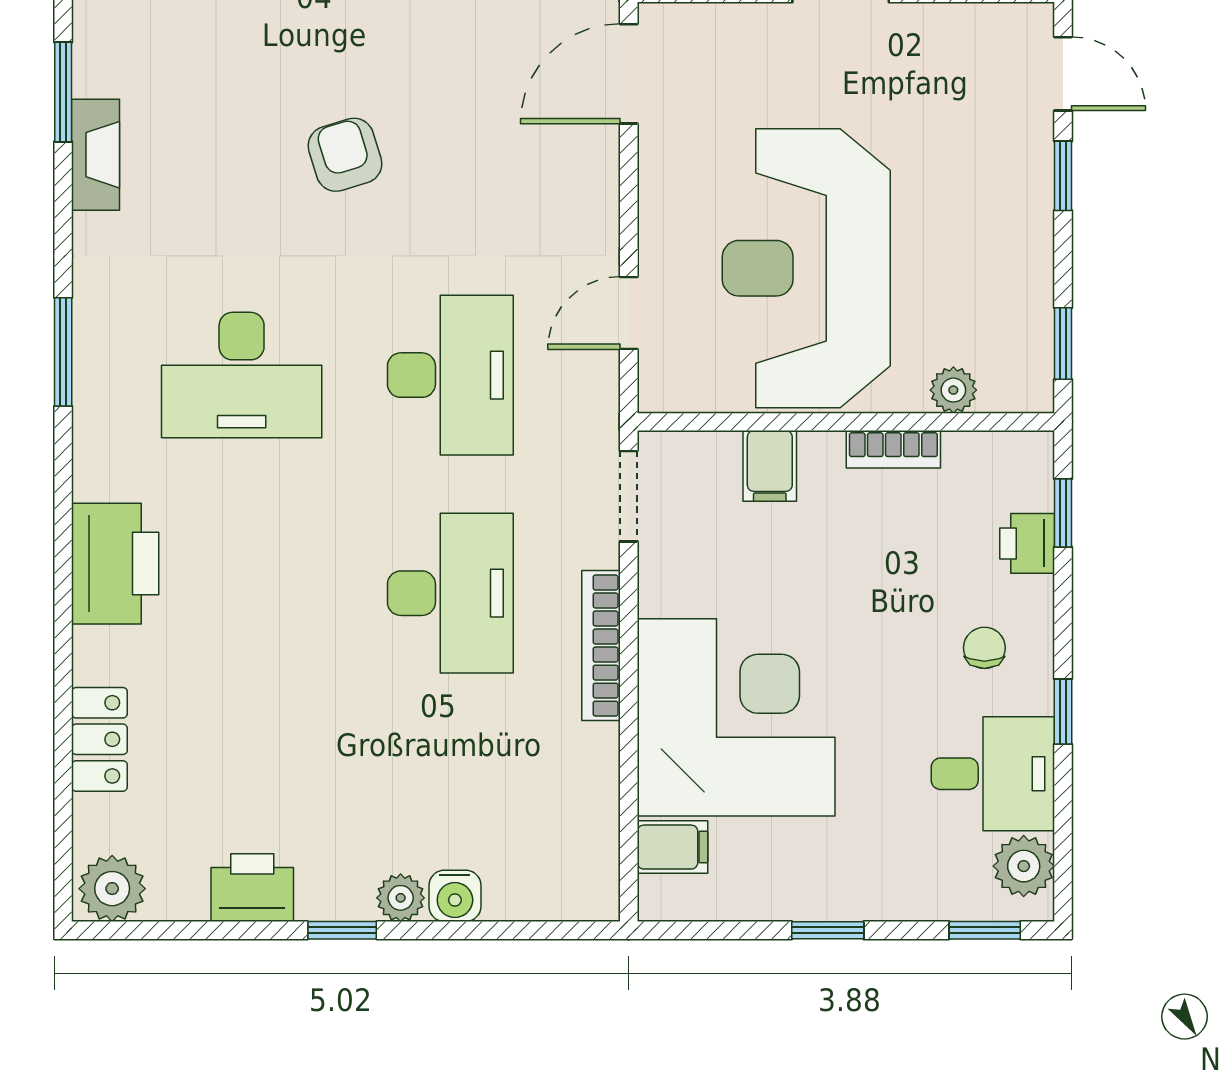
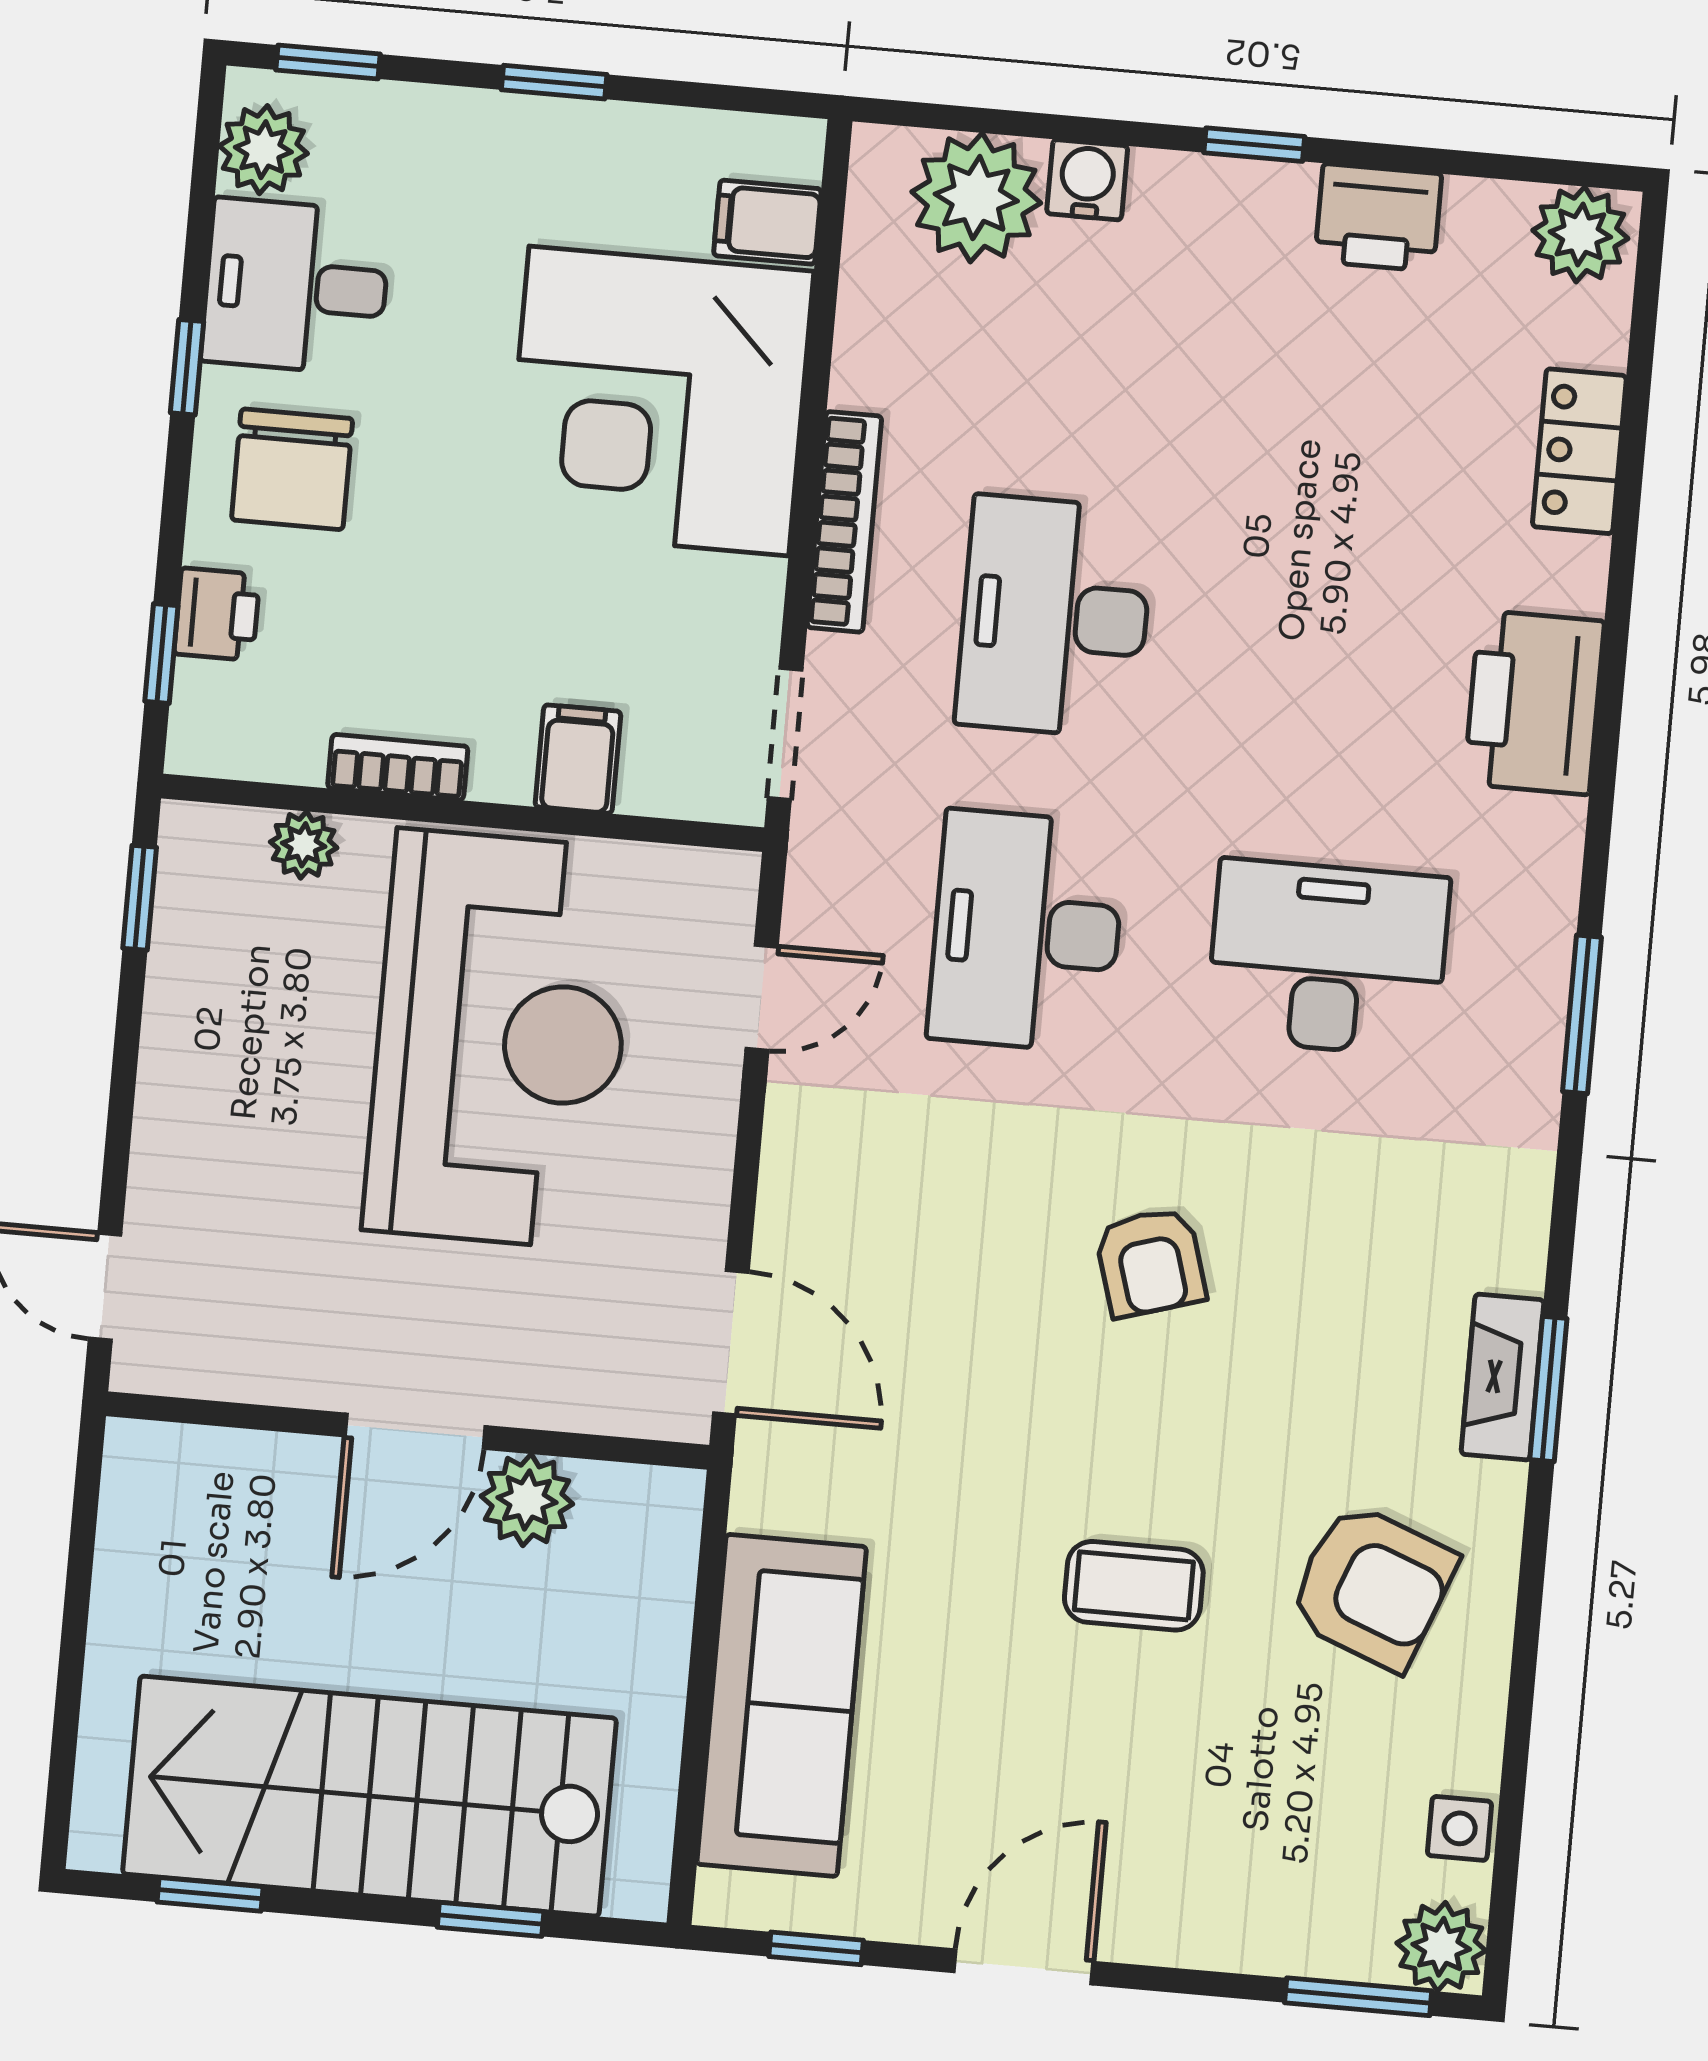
door: (629, 74) -> (731, 1342), hinge flipped
fireplace: (96, 155) -> (1503, 1377), moved
window: (1063, 176) -> (118, 1140), removed
chair: (984, 648) -> (292, 469), width x1.87, depth x1.87
plant: (401, 898) -> (976, 197), moved, width x1.87, depth x1.87

